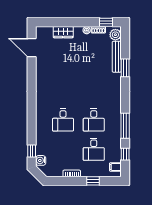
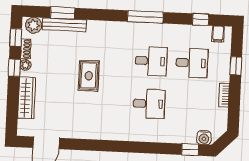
window: (84, 22) -> (14, 68), added
wardrobe: (63, 32) -> (27, 98), width x1.50
window: (125, 68) -> (63, 13), moved
rug: (81, 76) -> (89, 76), added
window: (125, 126) -> (145, 17), moved

